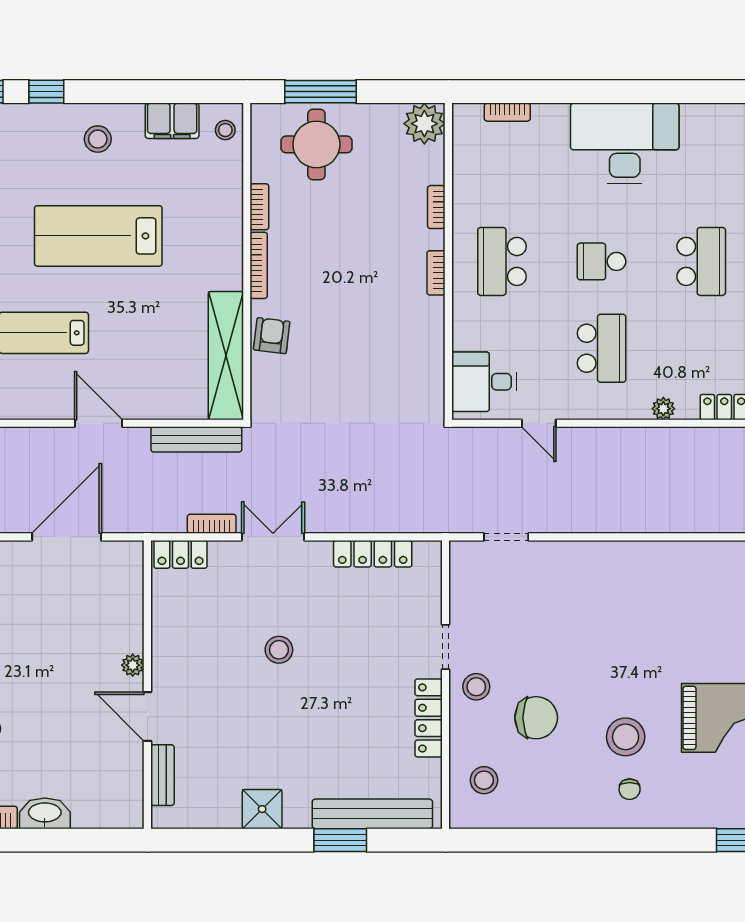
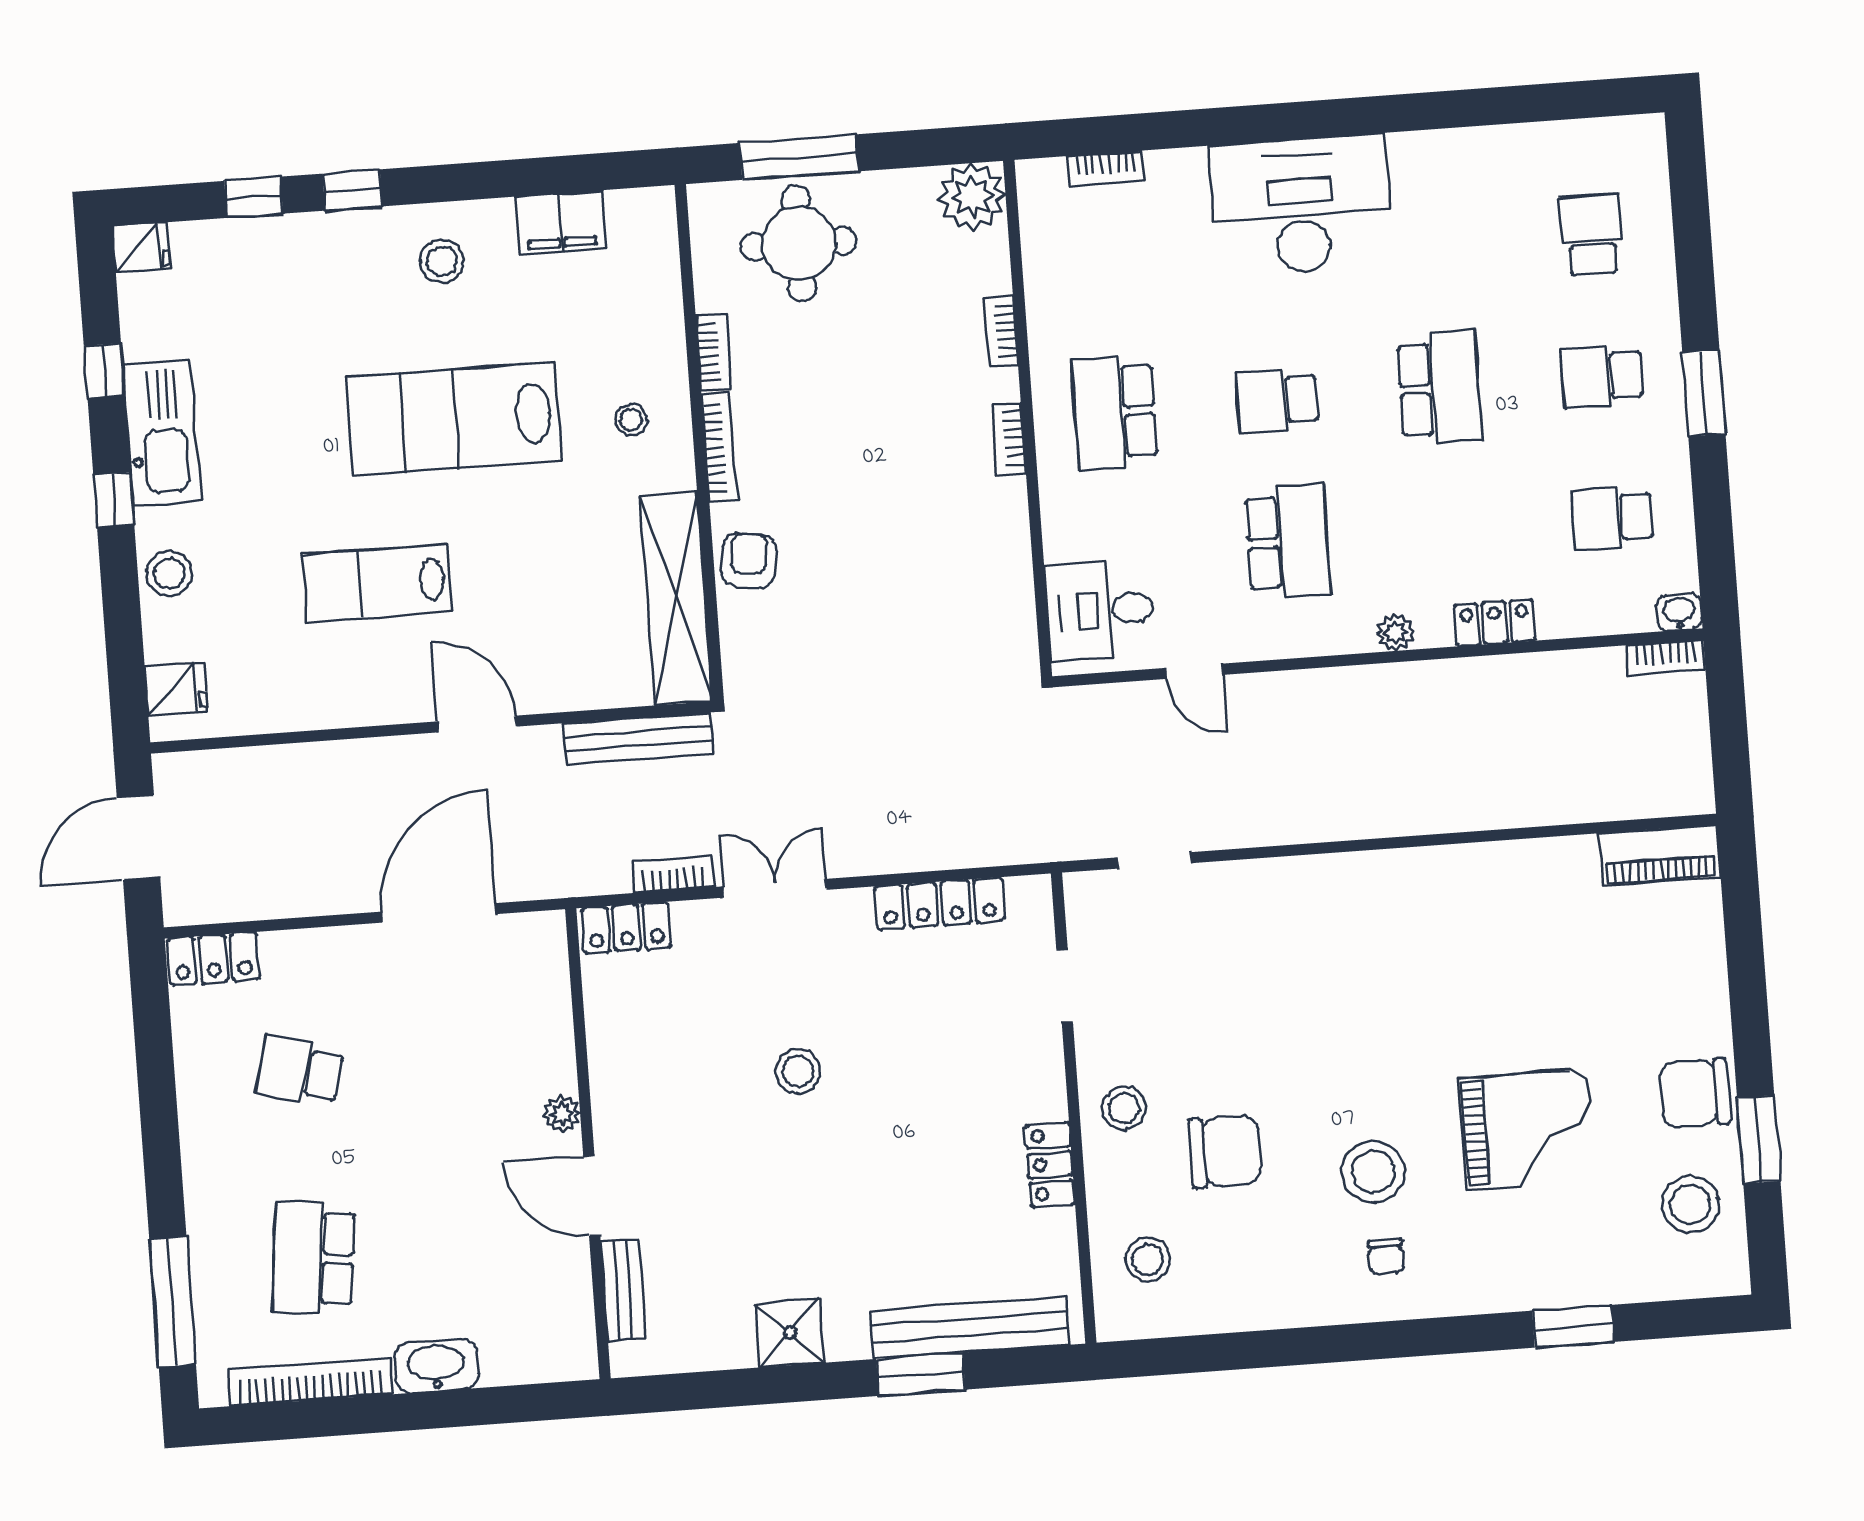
stool: (225, 130) -> (631, 420), moved
doorway: (446, 647) -> (1065, 986), moved
locker: (429, 718) -> (1050, 1165), width x0.66

